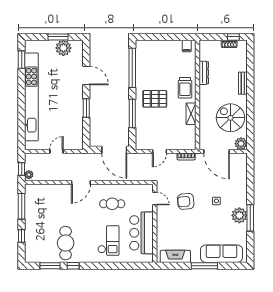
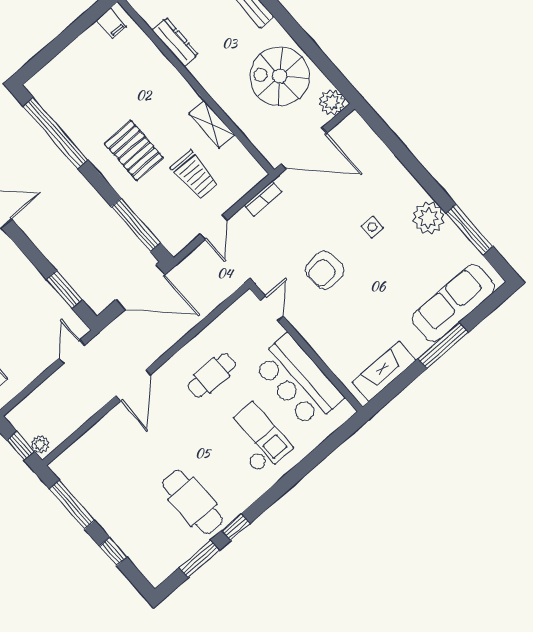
trolley: (185, 88) -> (194, 175), moved
pallet: (155, 99) -> (134, 151), turned 90
window: (86, 108) -> (64, 289), moved
window: (132, 114) -> (136, 225), moved
door: (56, 151) -> (72, 352), moved
door: (155, 199) -> (272, 308), hinge flipped
window: (250, 218) -> (469, 230), moved

